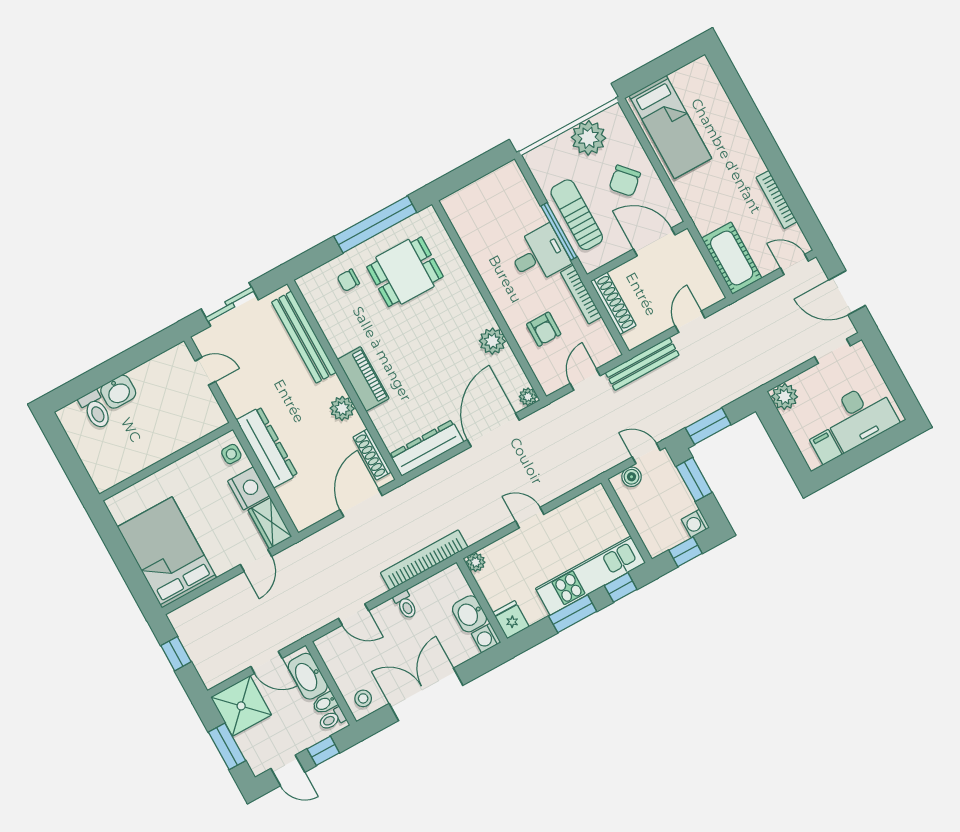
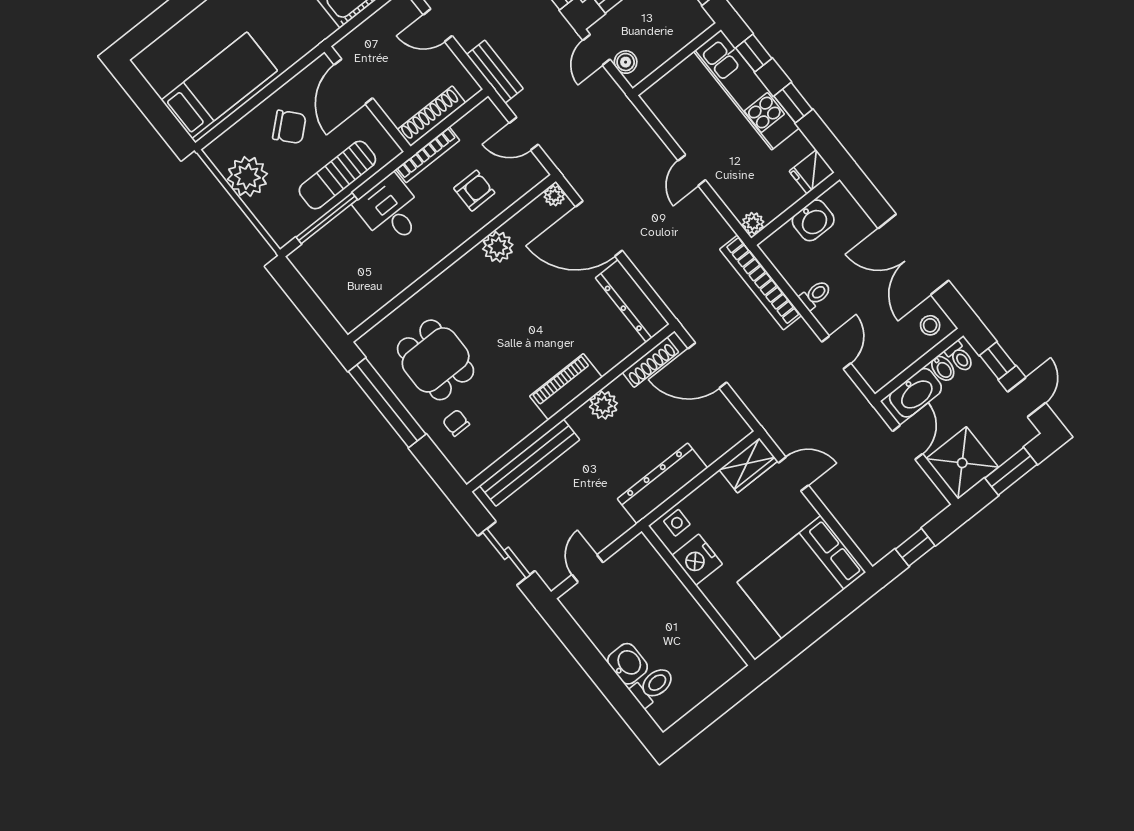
window: (559, 231) -> (327, 218), moved
chair: (348, 280) -> (456, 423), turned 180
bench: (642, 364) -> (495, 72), width x0.73
nightstand: (248, 488) -> (697, 560), moved, turned -90
window: (573, 614) -> (793, 103), width x0.67
washing machine: (486, 638) -> (838, 197), removed

